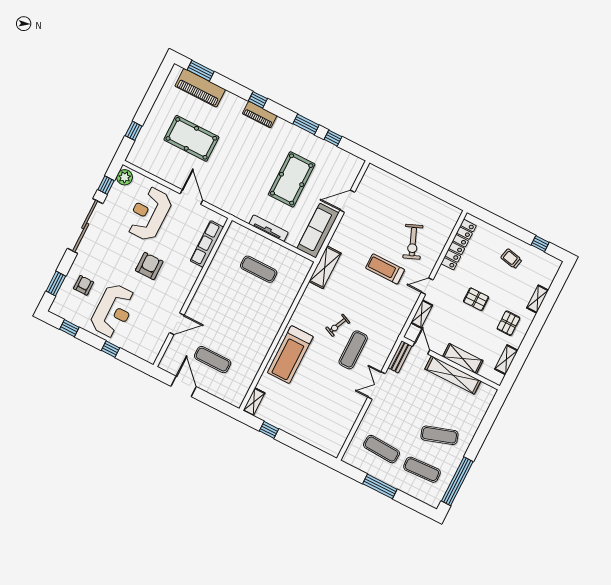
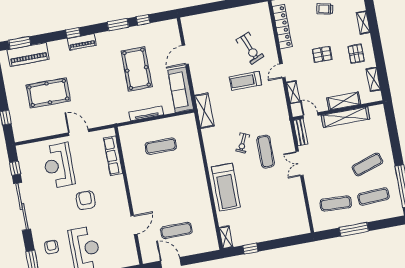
plant: (125, 177) -> (23, 153), removed

